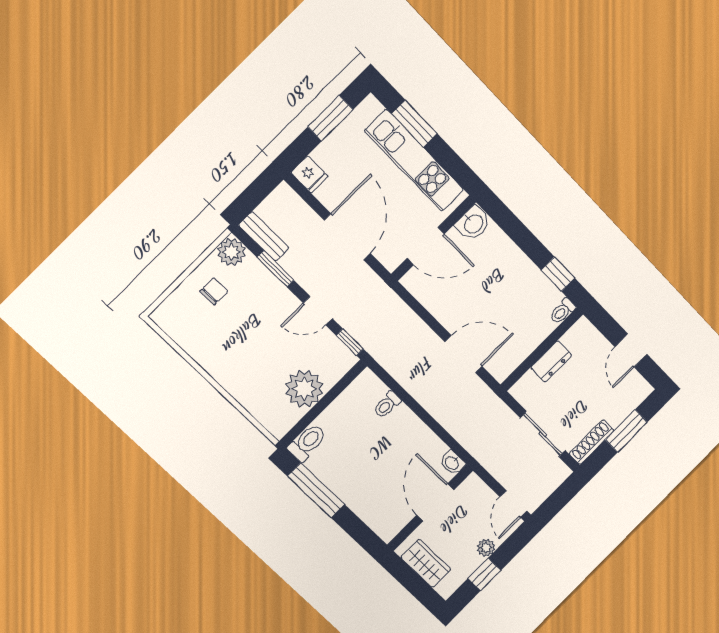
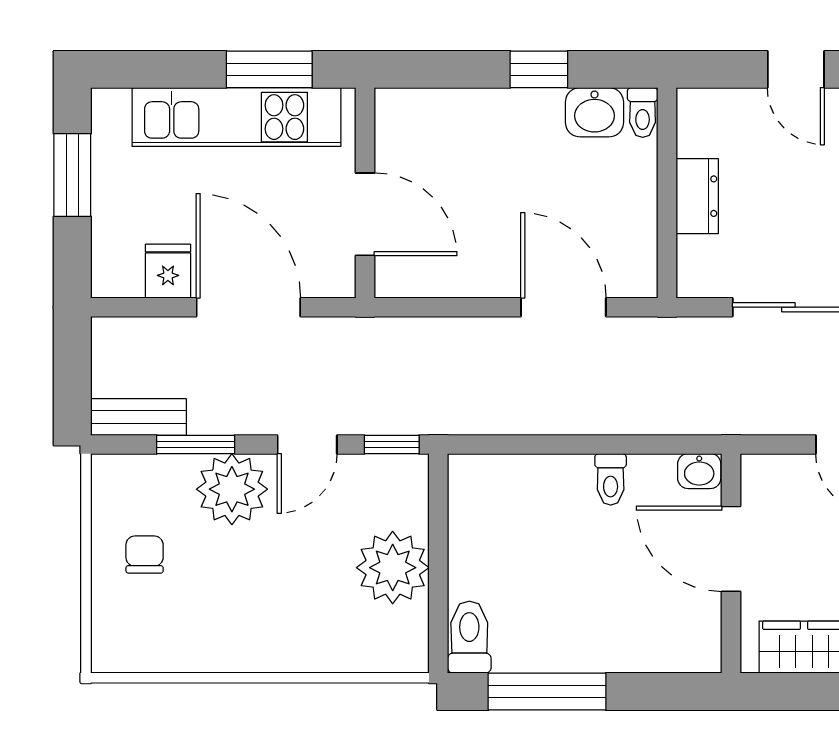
window: (414, 124) -> (269, 69), moved
fridge: (309, 174) -> (168, 271), moved, turned -90
washbasin: (473, 223) -> (594, 112), moved, turned 90
door: (426, 246) -> (365, 214), hinge flipped
plant: (231, 252) -> (232, 489), moved, width x1.36, depth x1.36
window: (558, 274) -> (539, 69), moved
door: (463, 354) -> (563, 307), hinge flipped
toilet: (387, 405) -> (611, 479), moved

